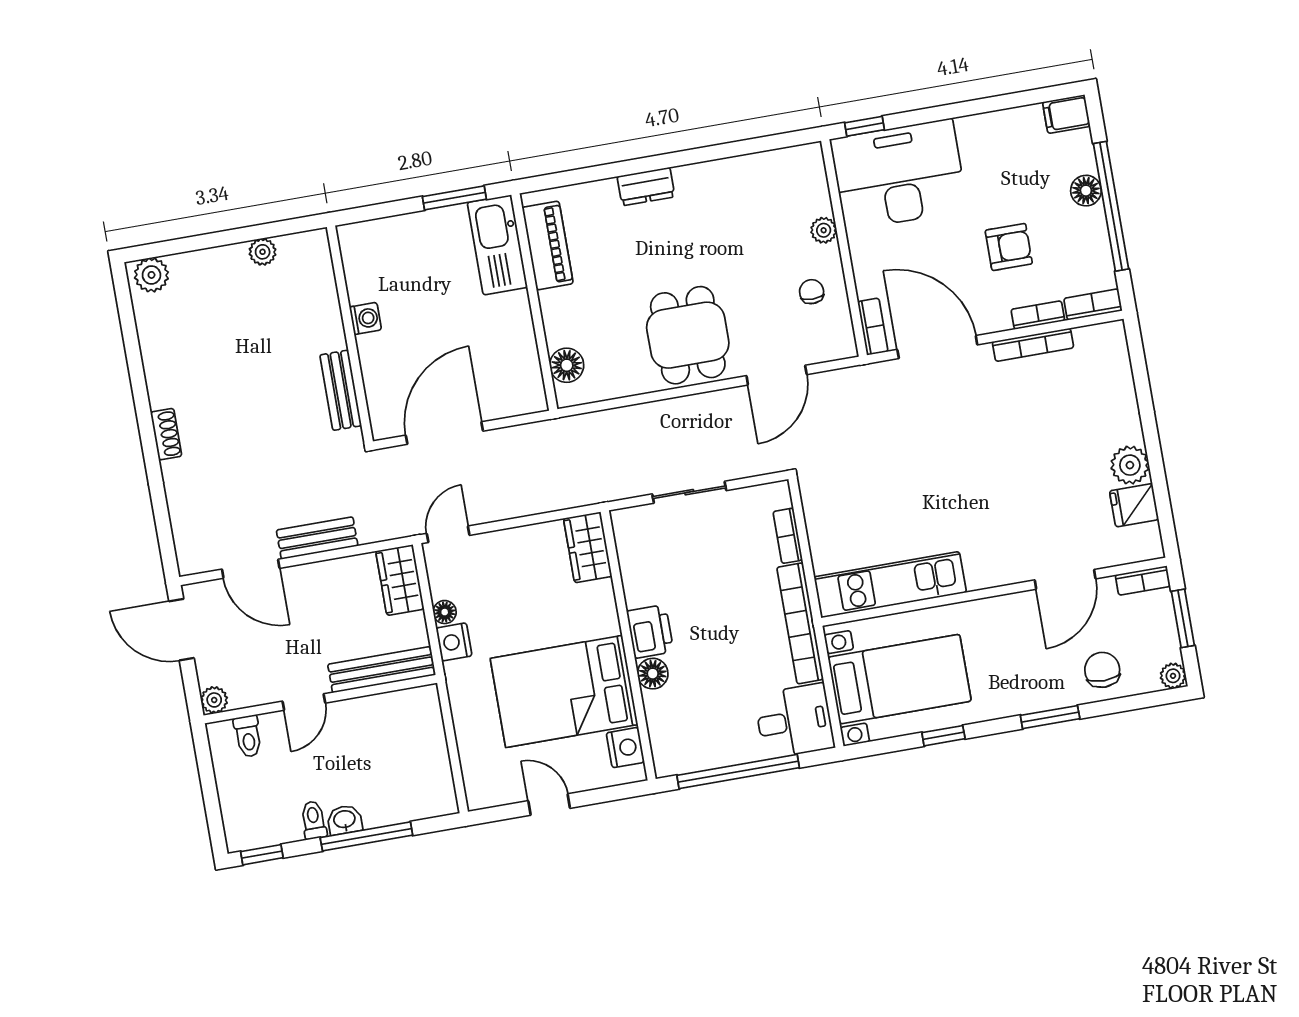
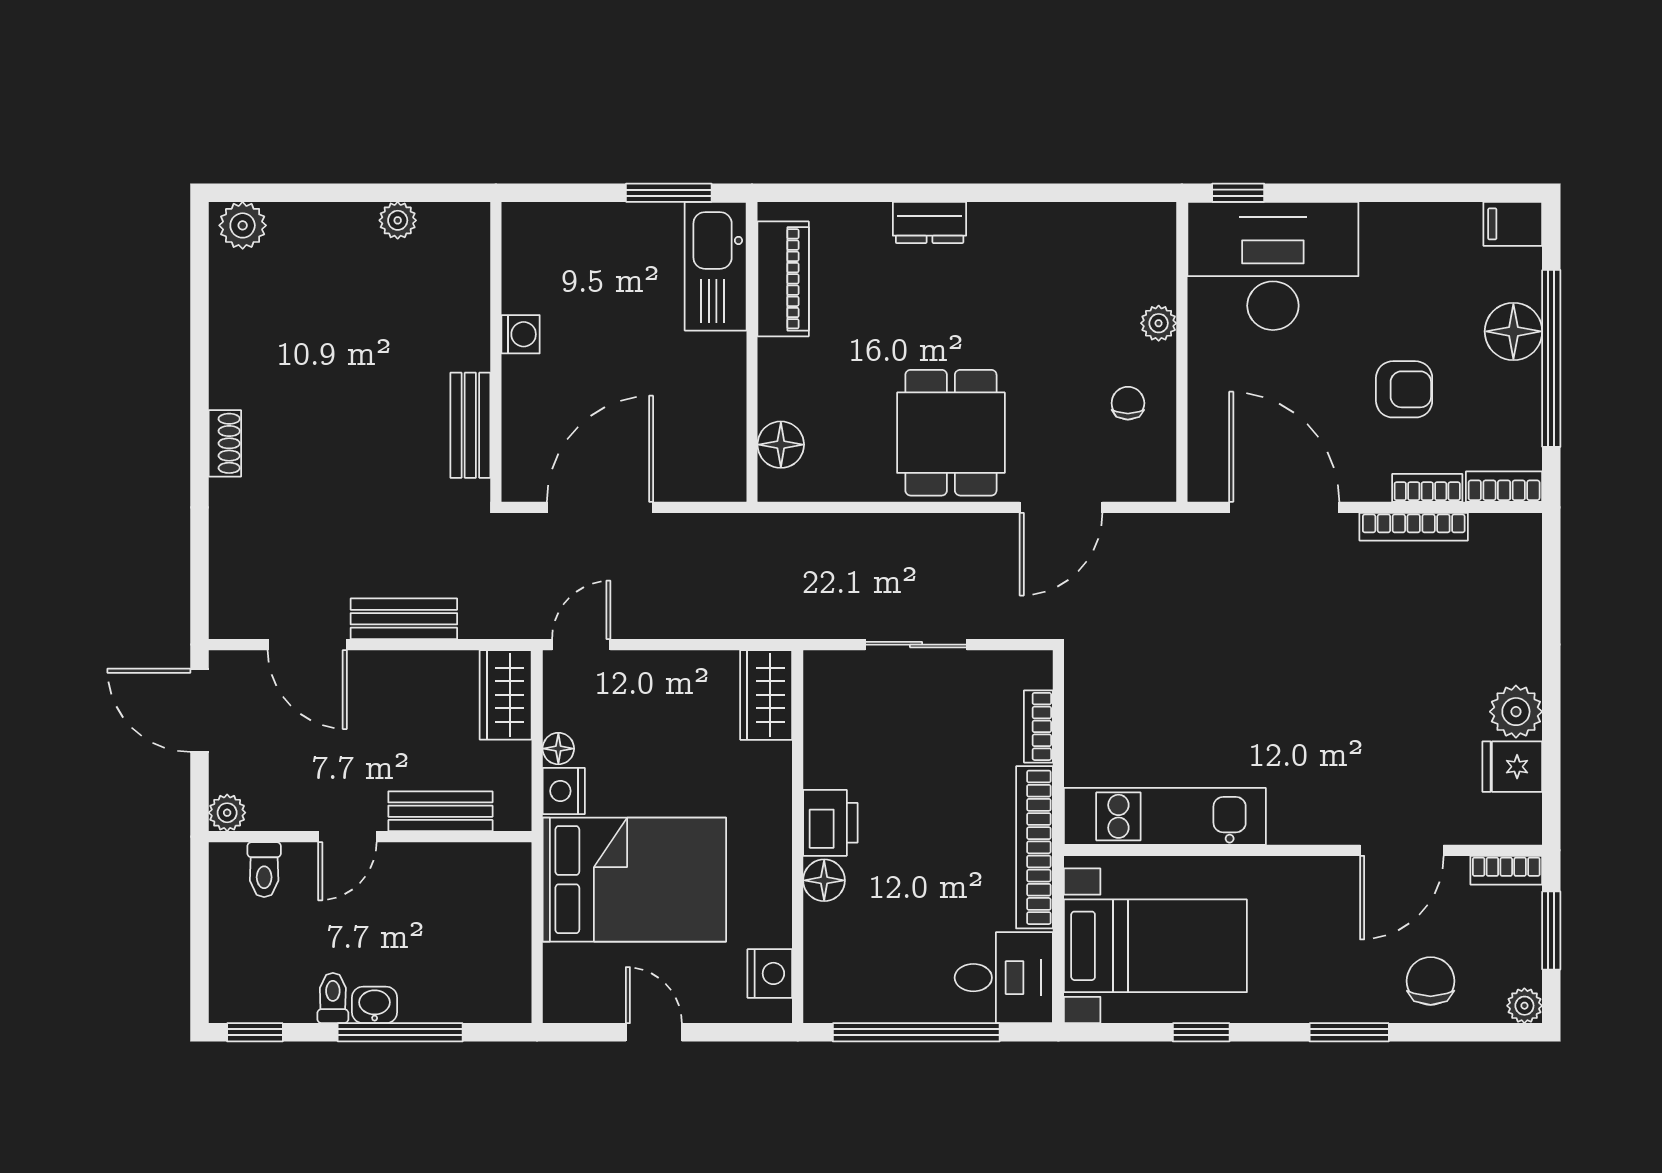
floor lamp: (1086, 191) -> (1513, 331), width x1.38, depth x1.38
bookcase: (873, 327) -> (1202, 465), removed
bench: (381, 670) -> (440, 811), width x0.73
bed: (564, 691) -> (634, 880), moved, turned 180

